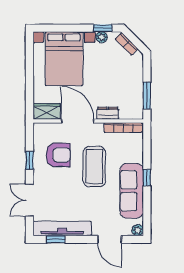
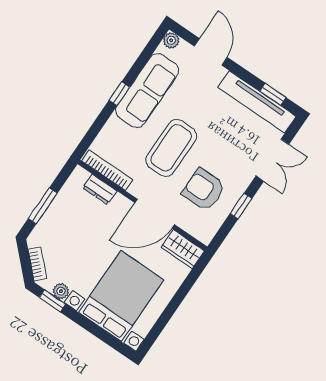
window: (147, 96) -> (43, 206), moved
dresser: (108, 113) -> (100, 189), moved
door: (78, 121) -> (155, 214), hinge flipped

